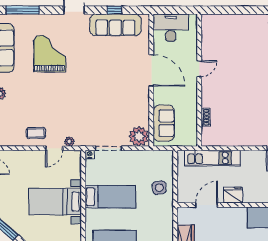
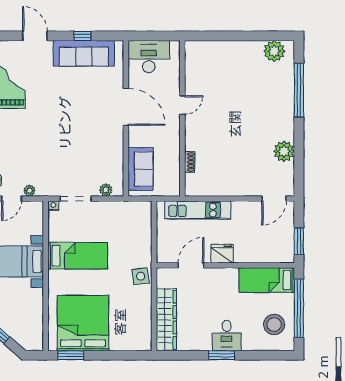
plant: (139, 136) -> (106, 190), width x0.53, depth x0.53
side table: (159, 188) -> (141, 276), moved

